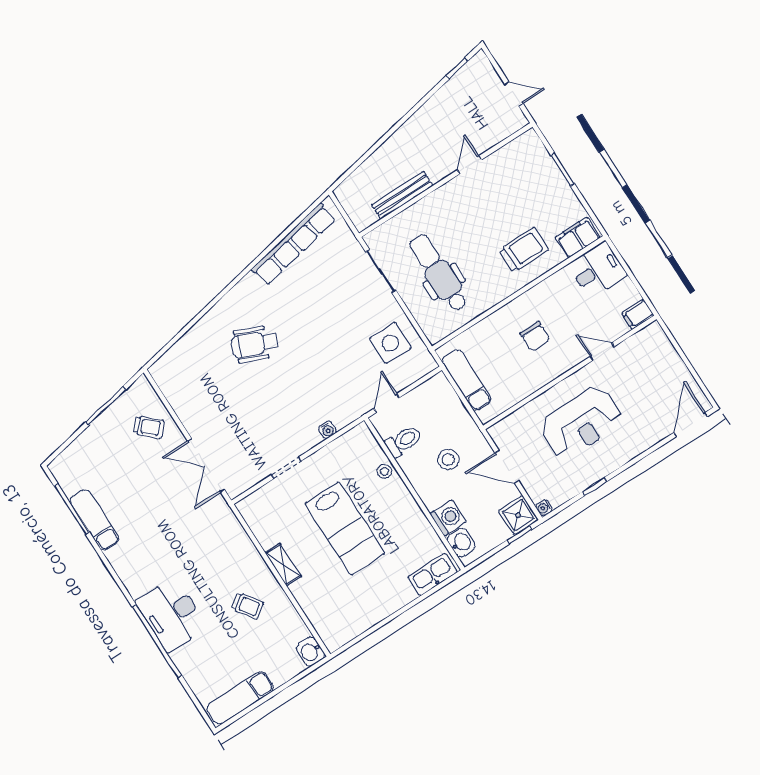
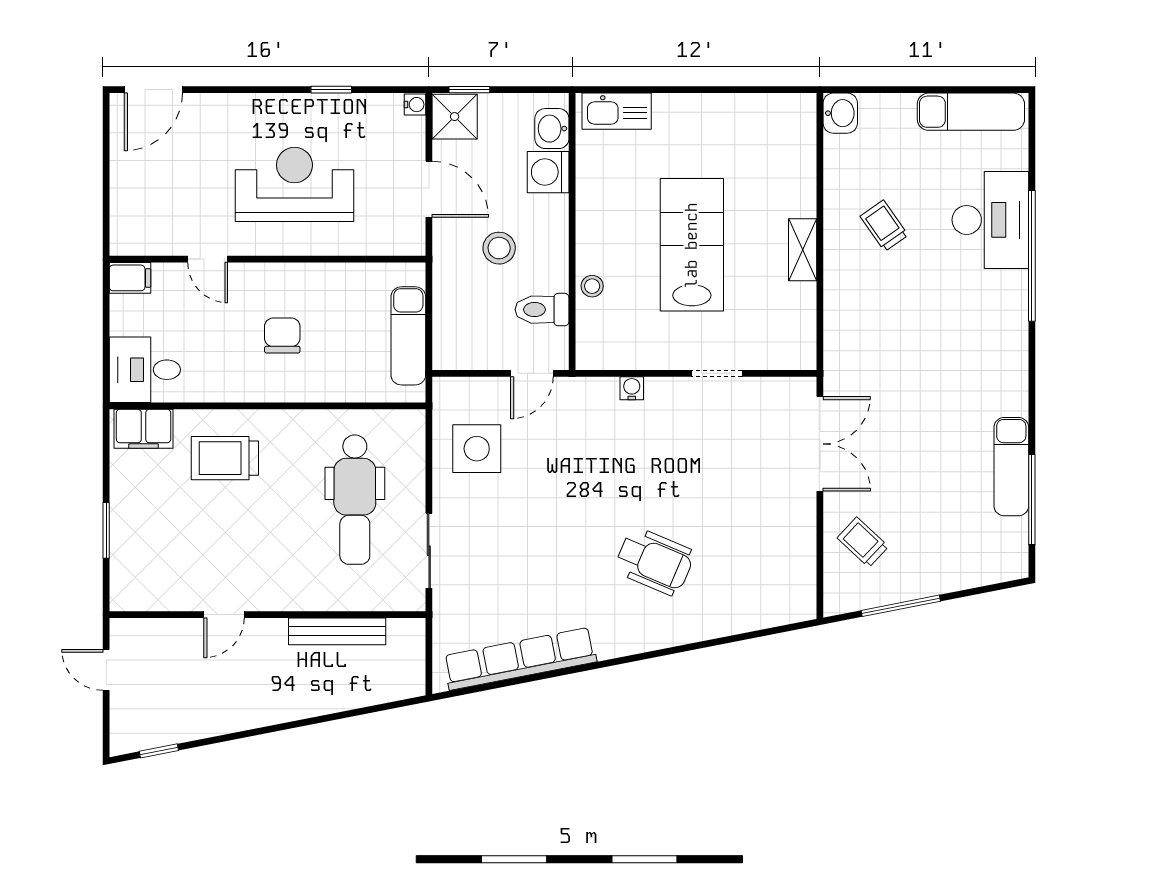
desk: (172, 615) -> (990, 220), moved

